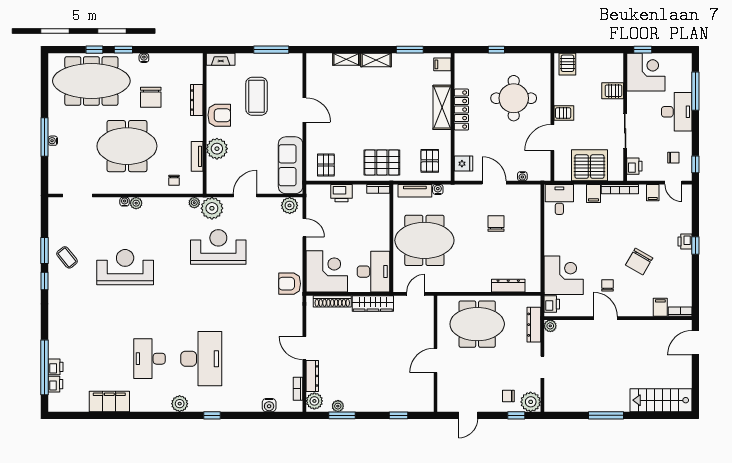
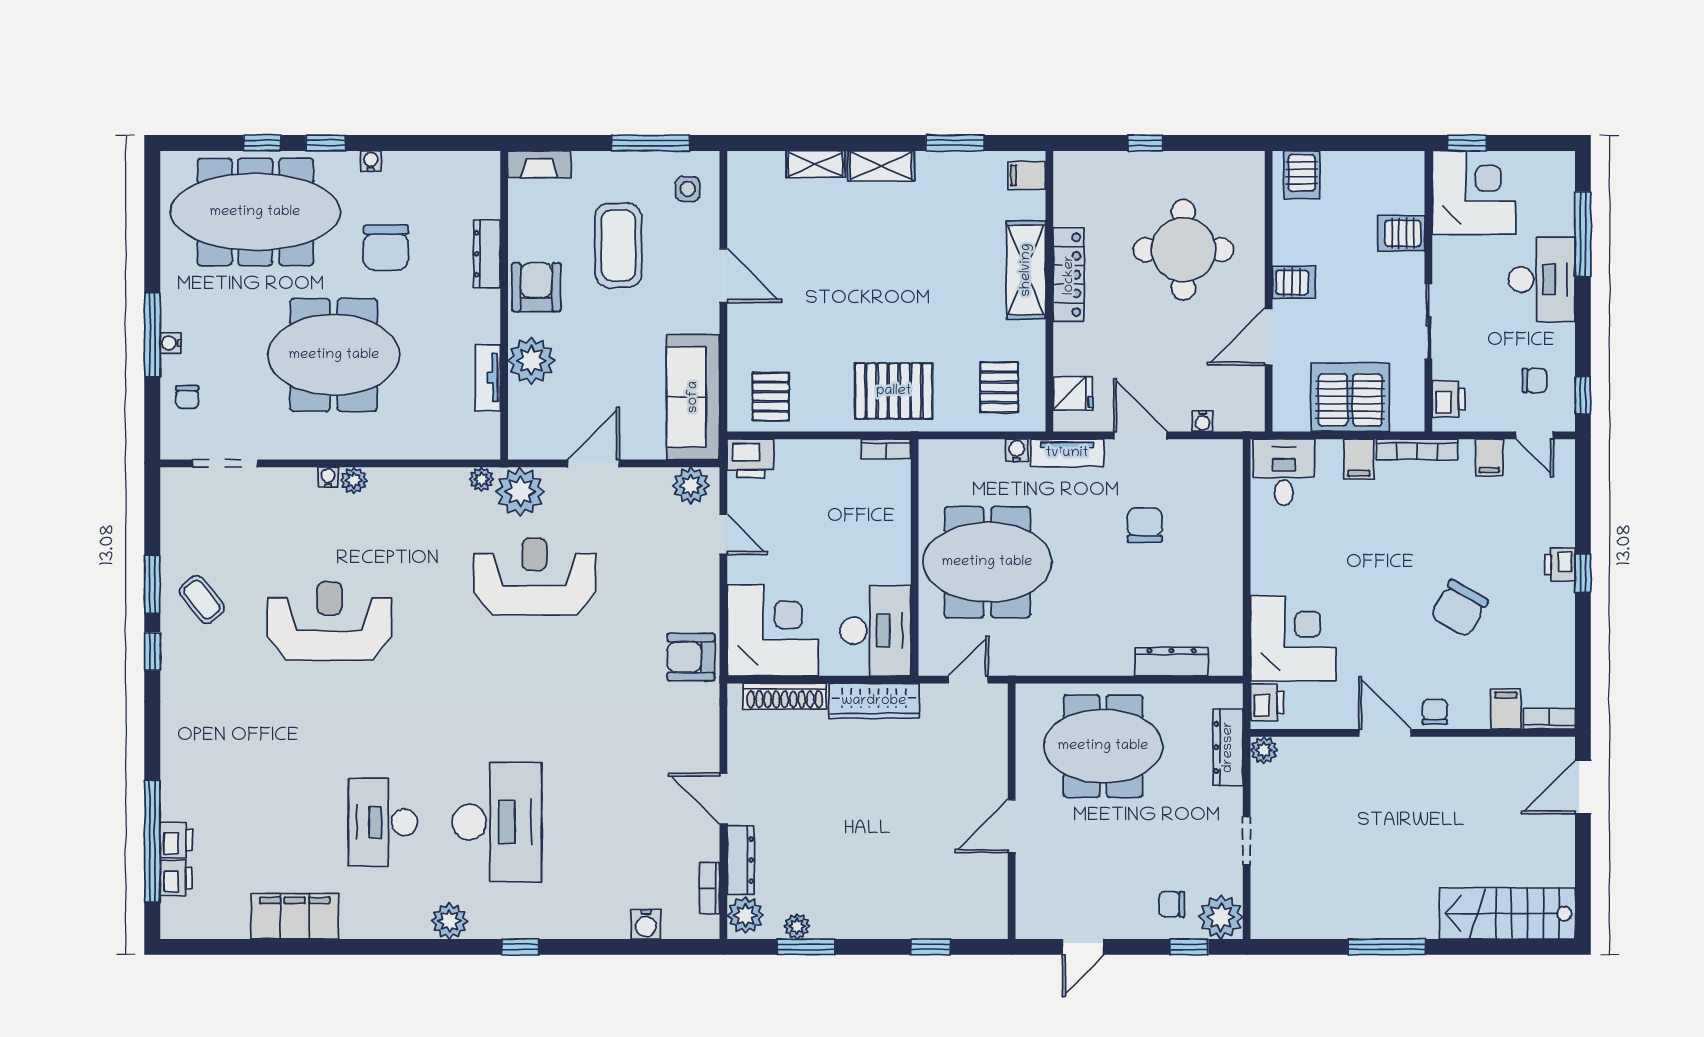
side table: (288, 71) -> (688, 189), added
armchair: (219, 115) -> (536, 287), turned -90
chair: (174, 180) -> (187, 397), moved
tv unit: (415, 191) -> (1067, 453), moved
printer: (341, 193) -> (750, 458), moved
chair: (607, 285) -> (1435, 712), moved

